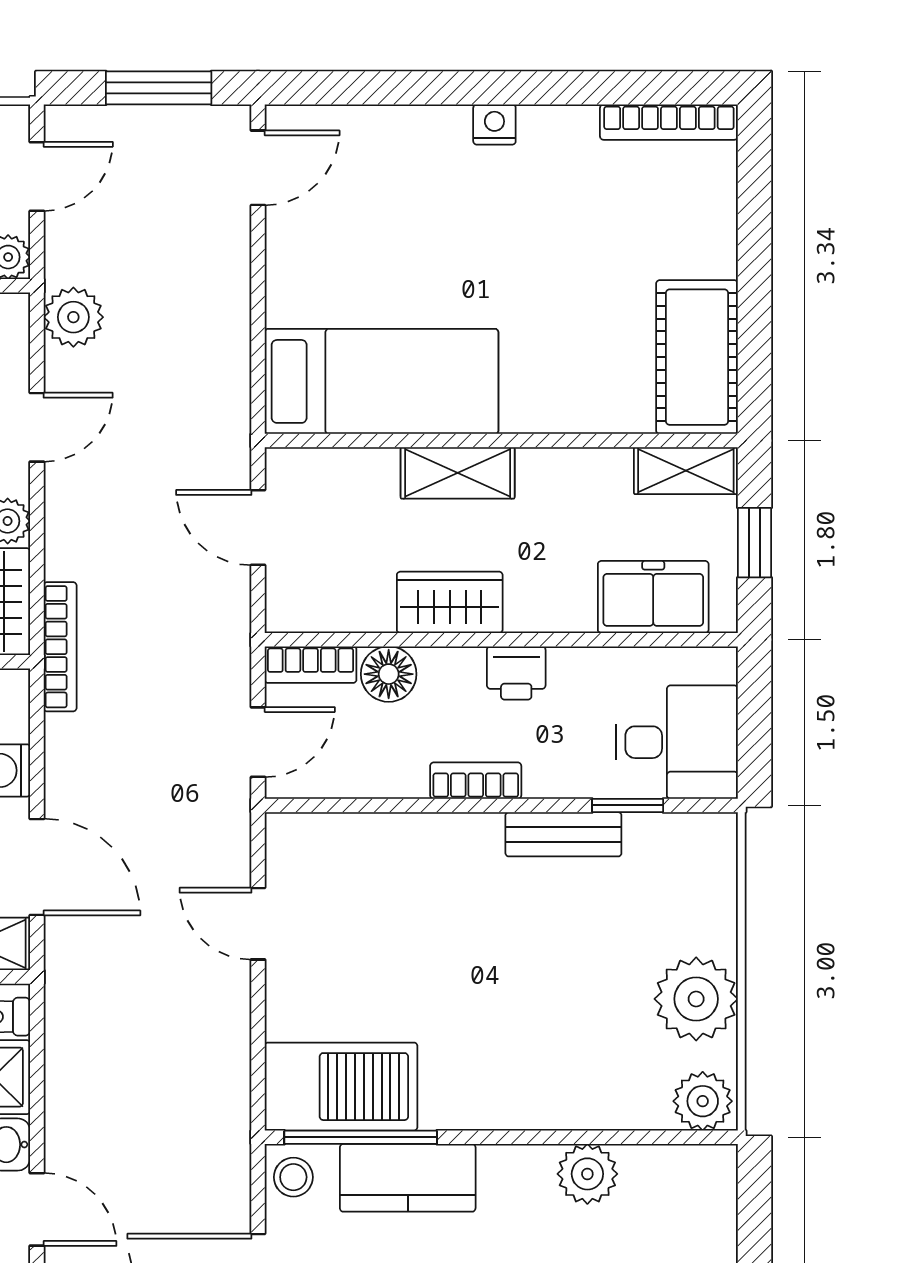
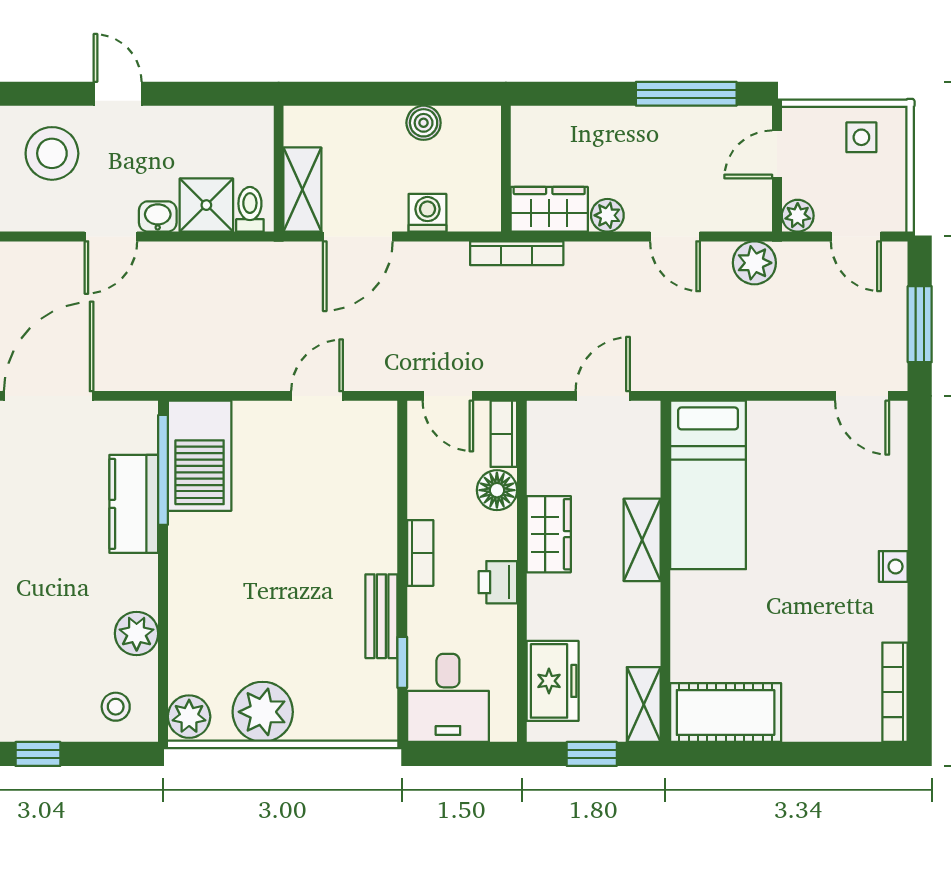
stool: (293, 1177) -> (116, 707), moved

